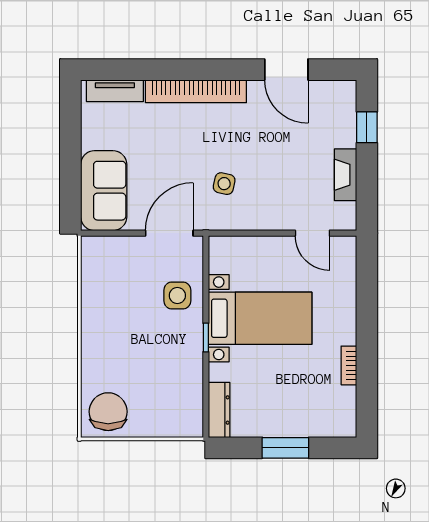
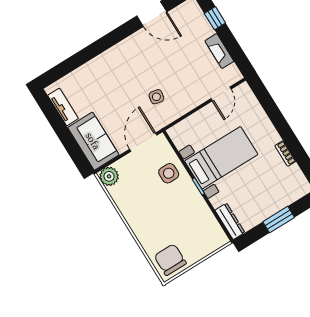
tv unit: (115, 91) -> (63, 107), moved, turned -90
bookcase: (196, 91) -> (110, 56), removed
door: (312, 233) -> (221, 94), hinge flipped
plant: (95, 250) -> (109, 176), added

